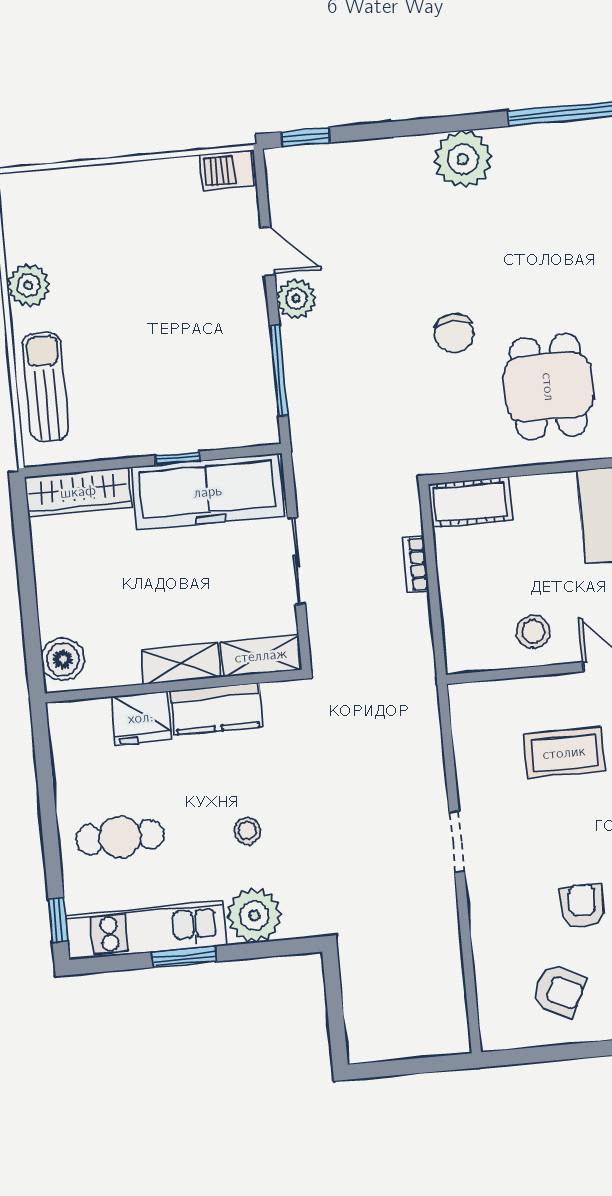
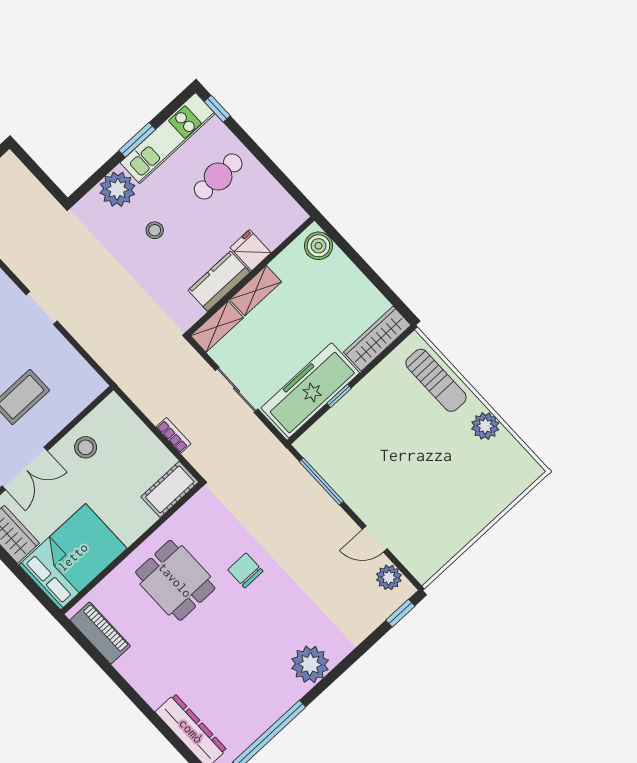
barbecue: (227, 170) -> (428, 565), removed
plant: (296, 299) -> (389, 577), moved
fridge: (141, 718) -> (251, 250), width x0.72

